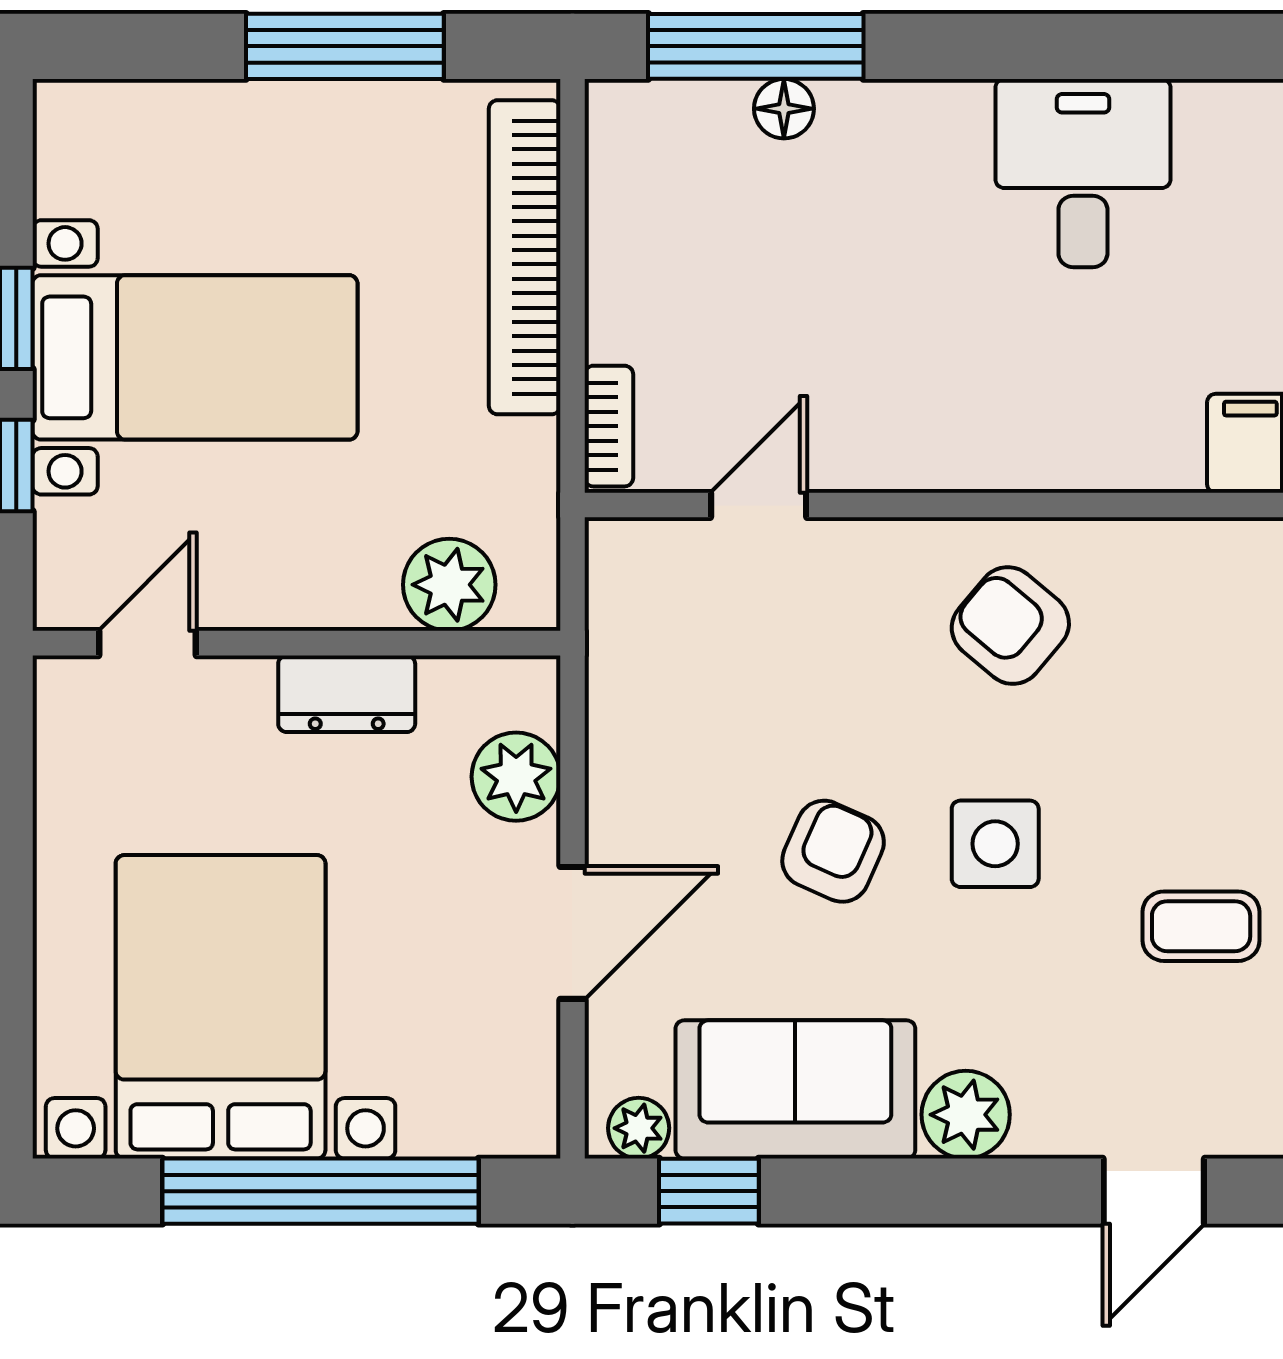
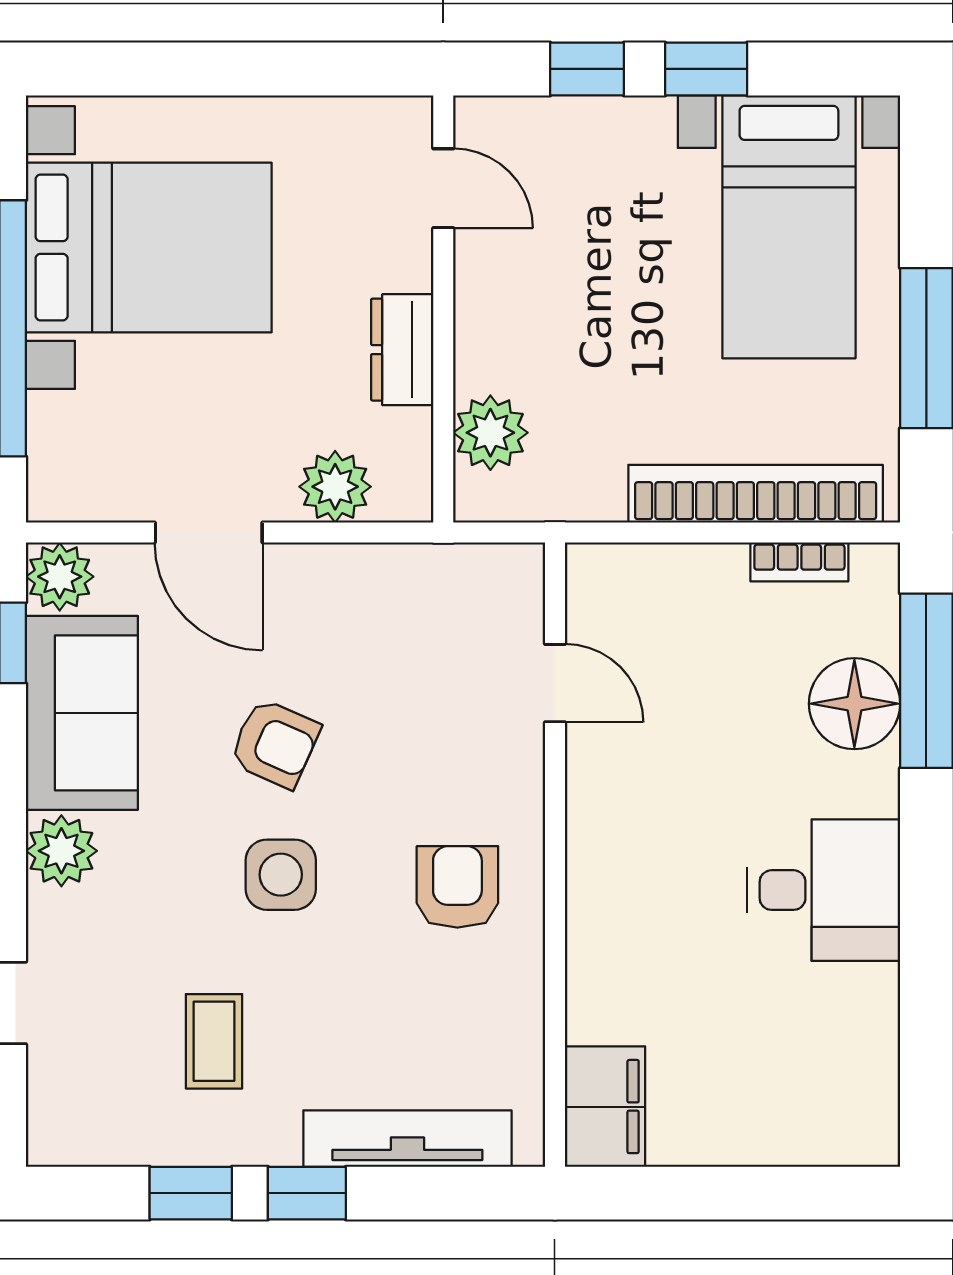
floor lamp: (784, 109) -> (854, 704), width x1.89, depth x1.89
desk: (1083, 173) -> (824, 890), moved
bed with nightstands: (195, 357) -> (789, 227), moved
bookcase: (609, 426) -> (799, 562), moved
armchair: (1010, 626) -> (457, 887), turned -40
plant: (639, 1128) -> (60, 577), width x1.38, depth x1.38

